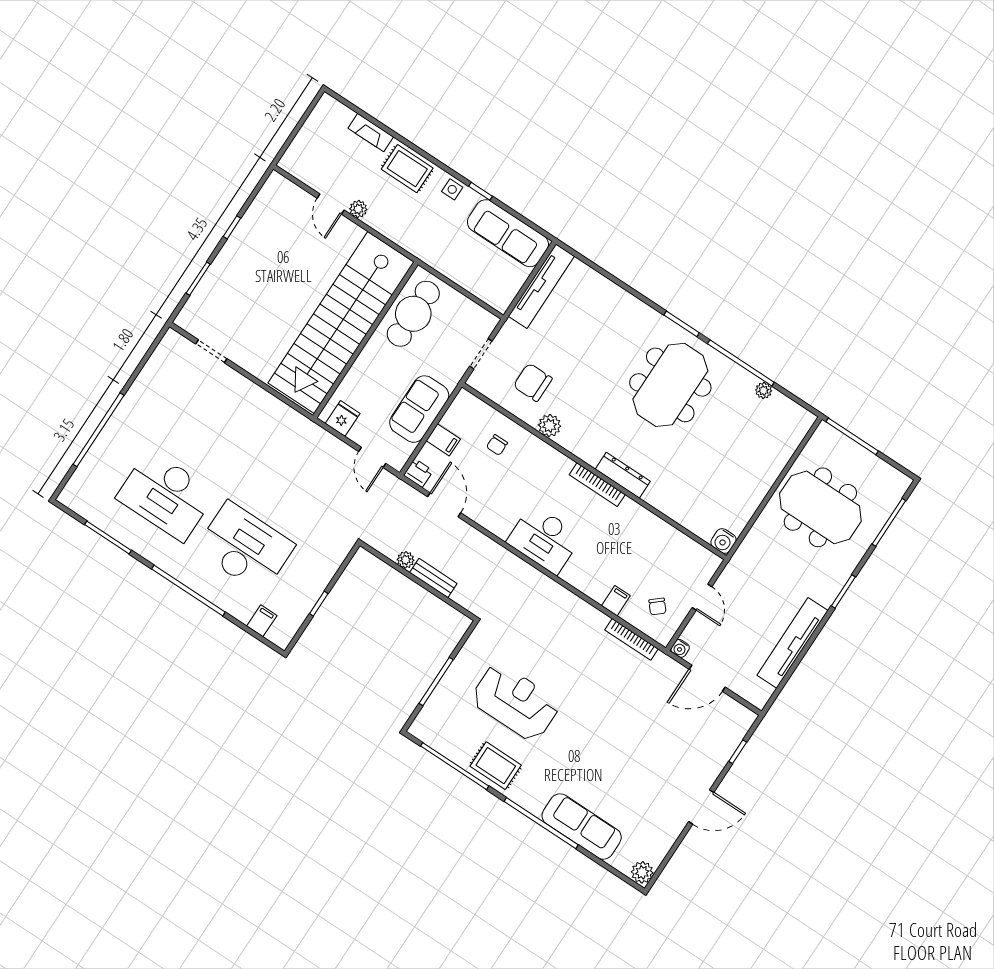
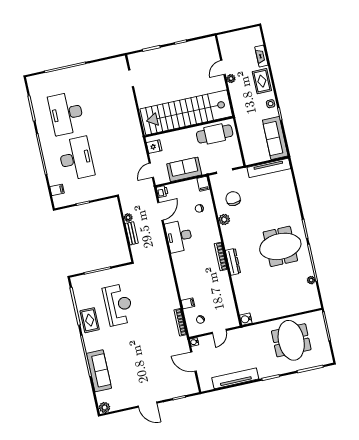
filing cabinet: (443, 440) -> (203, 184), moved
desk: (544, 539) -> (179, 236), moved

